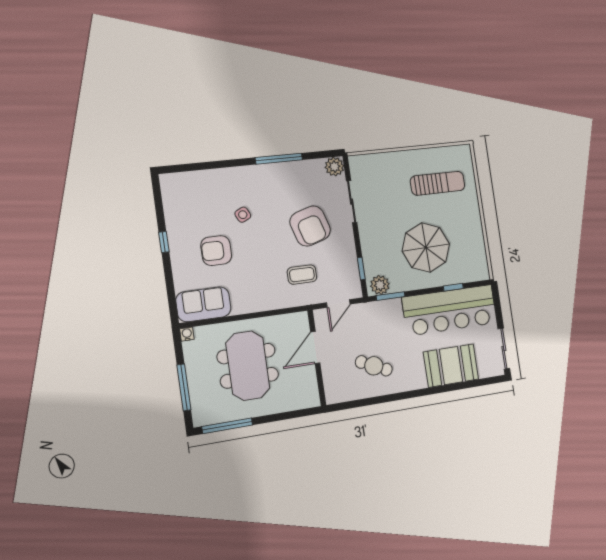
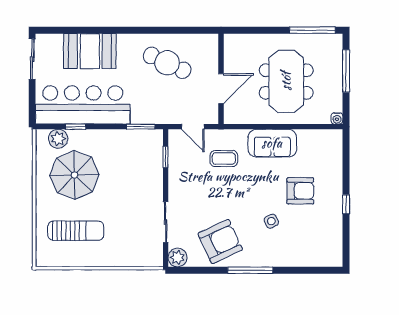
window: (279, 159) -> (250, 270), moved
sun lounger: (438, 183) -> (76, 231), turned 180
armchair: (310, 226) -> (220, 242), moved, turned 82
parasol: (426, 247) -> (74, 175), moved
plant: (380, 285) -> (58, 139), moved
door: (338, 303) -> (193, 127), swing flipped
sofa: (203, 304) -> (272, 143), moved
cafe table: (374, 366) -> (167, 63), width x1.37, depth x1.35

